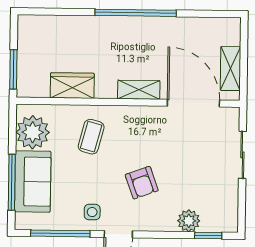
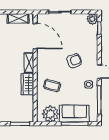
wardrobe: (72, 86) -> (27, 84), moved
door: (193, 103) -> (35, 36), swing flipped
plant: (189, 221) -> (92, 19), moved

